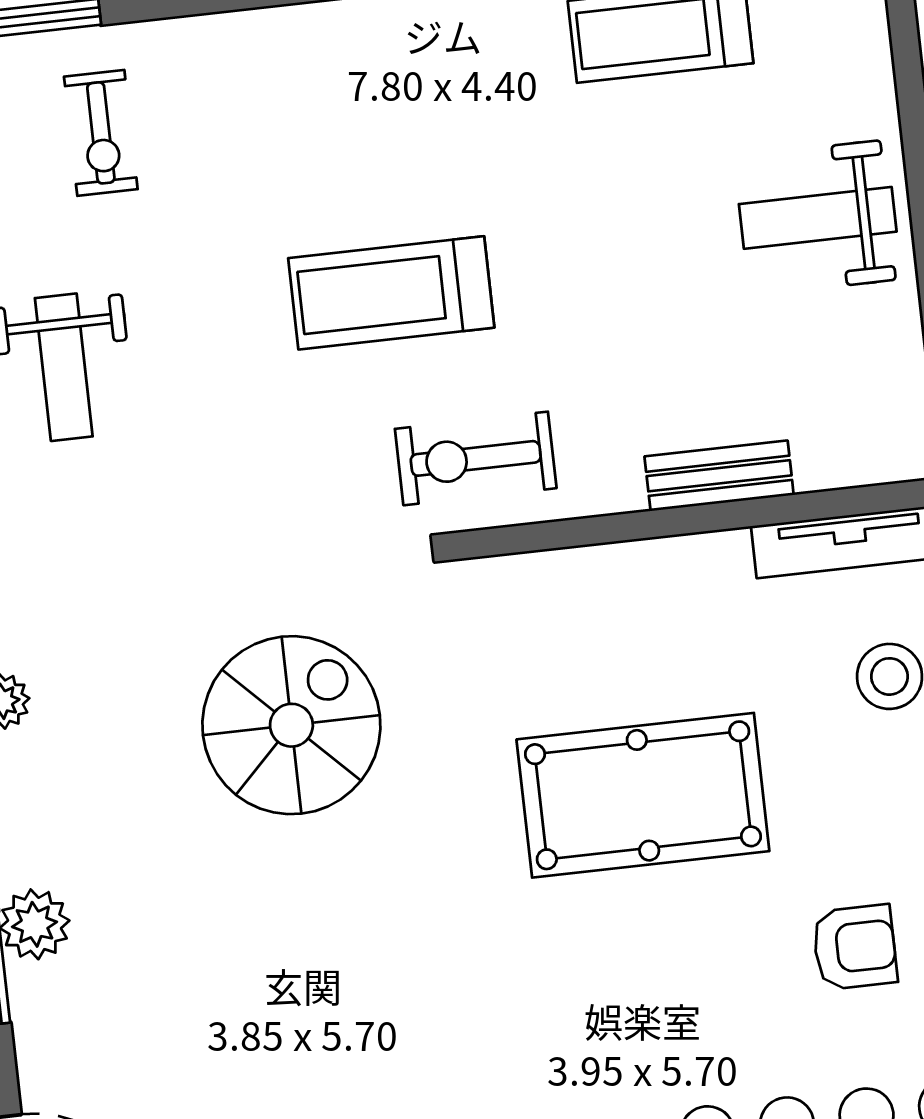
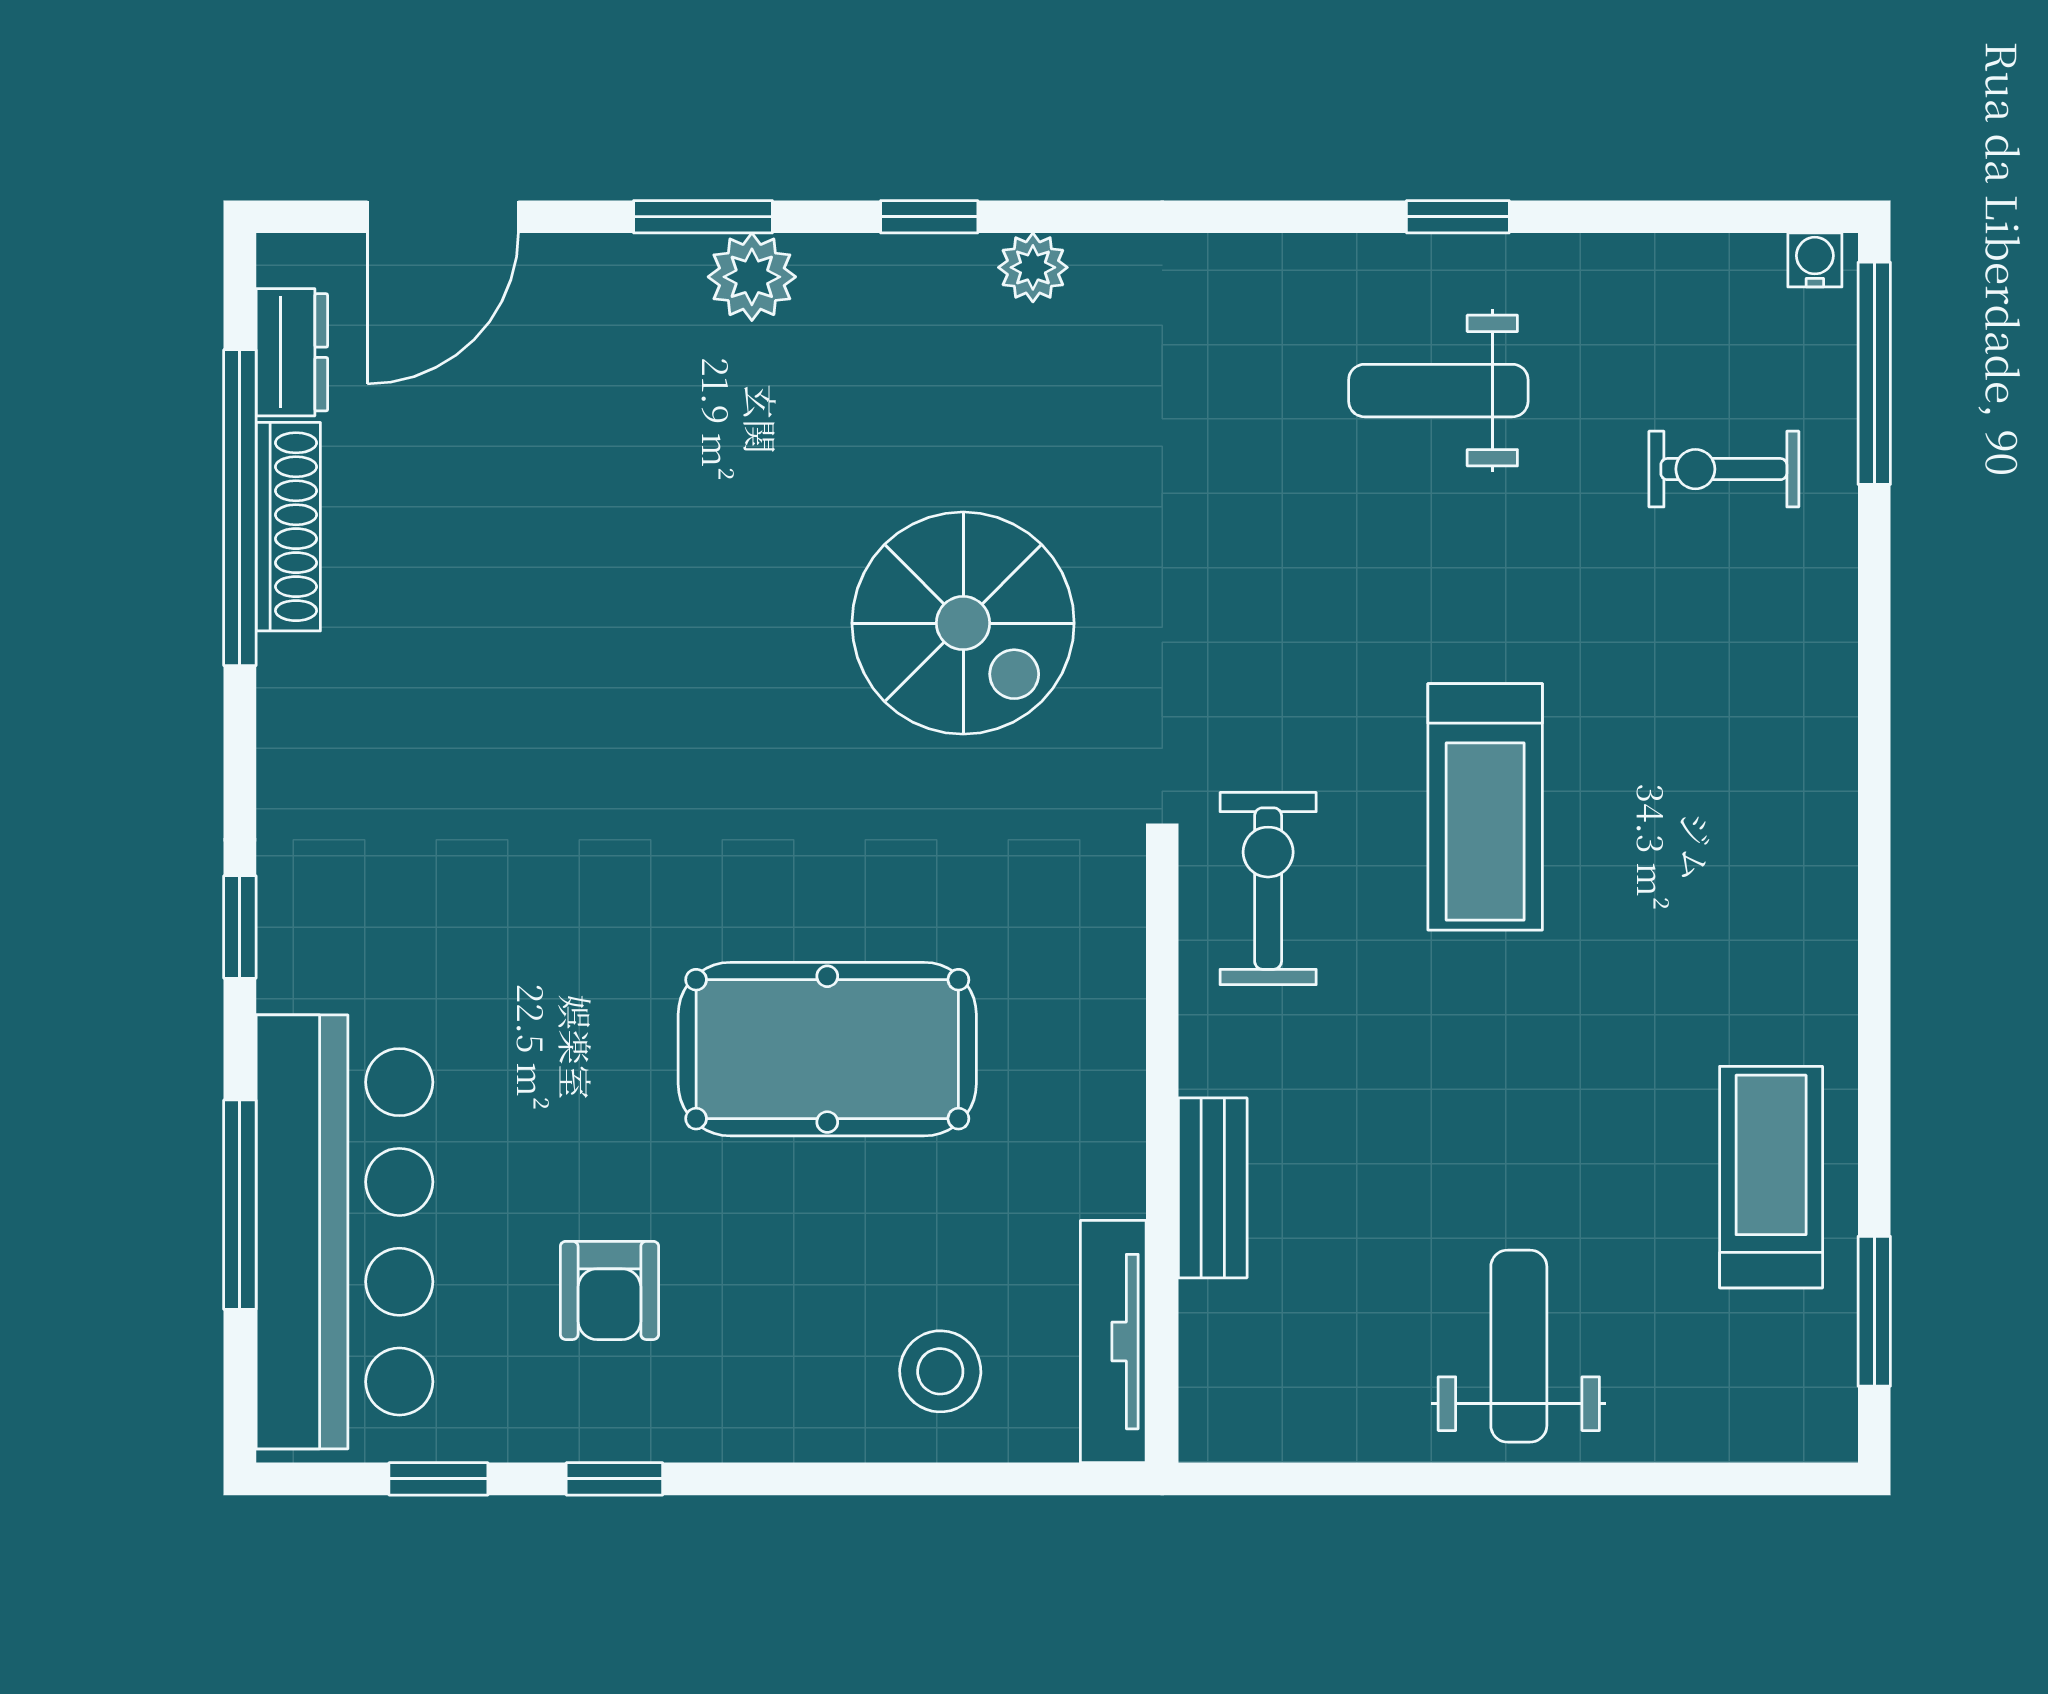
treadmill: (391, 293) -> (1485, 807), turned 180
pool table: (643, 795) -> (827, 1049), turned 90

